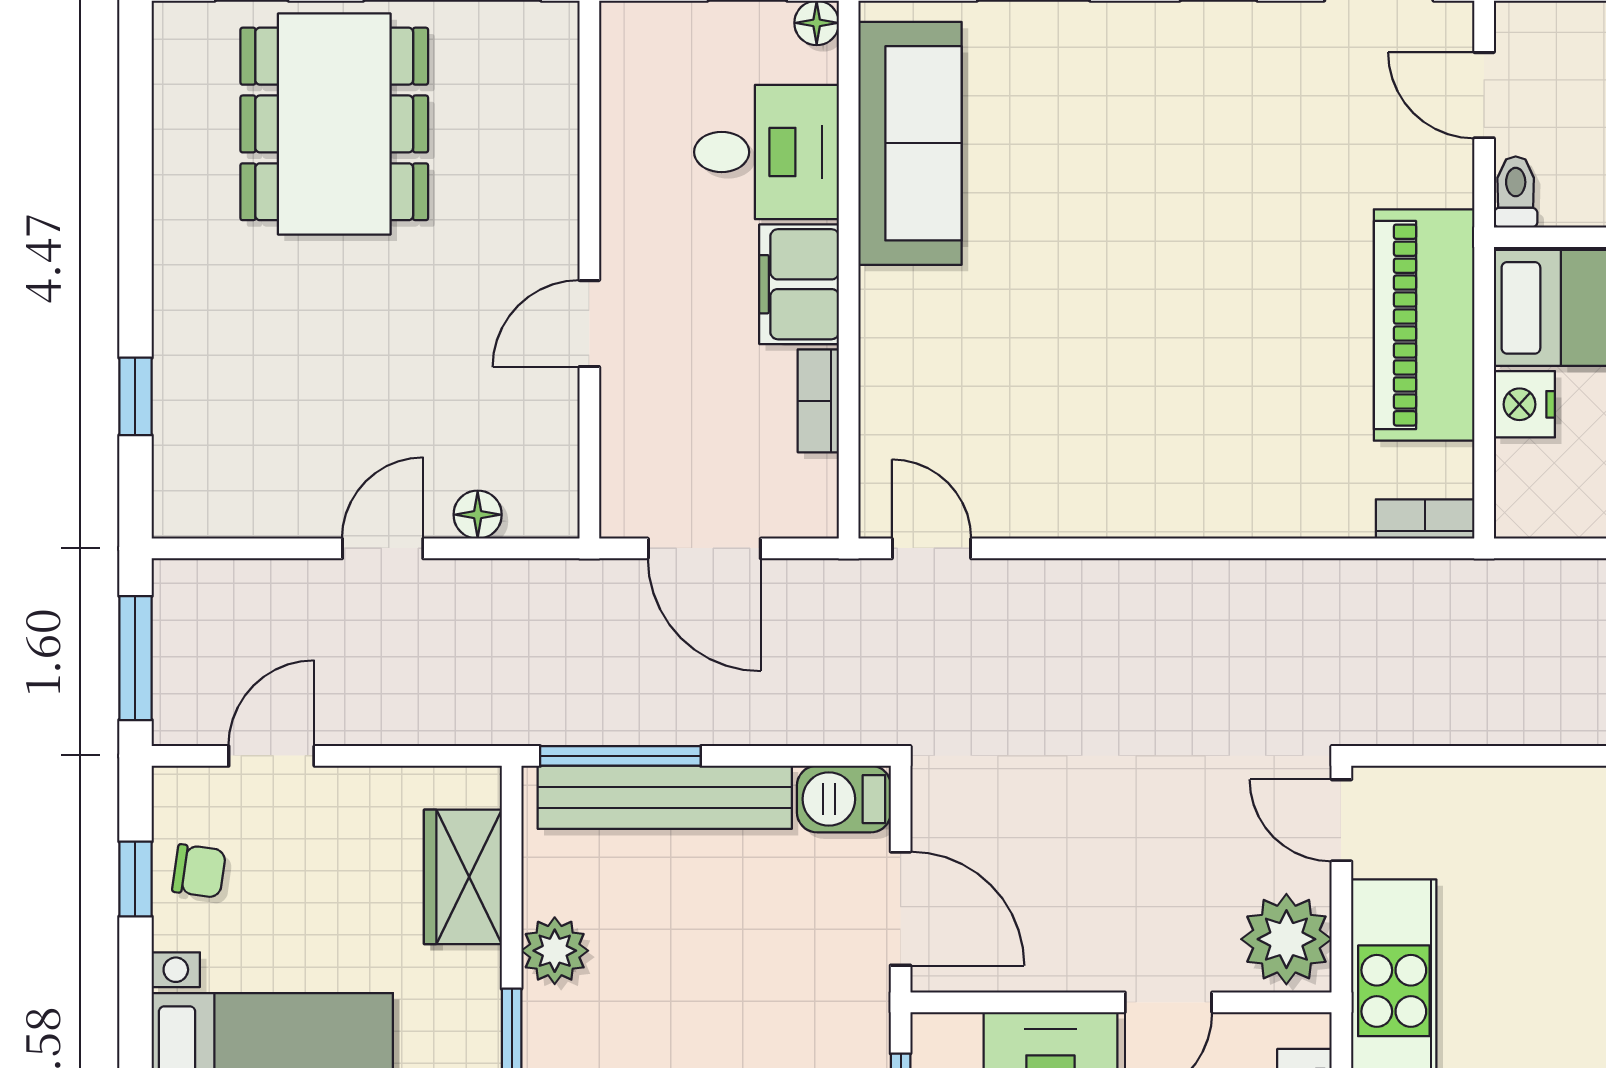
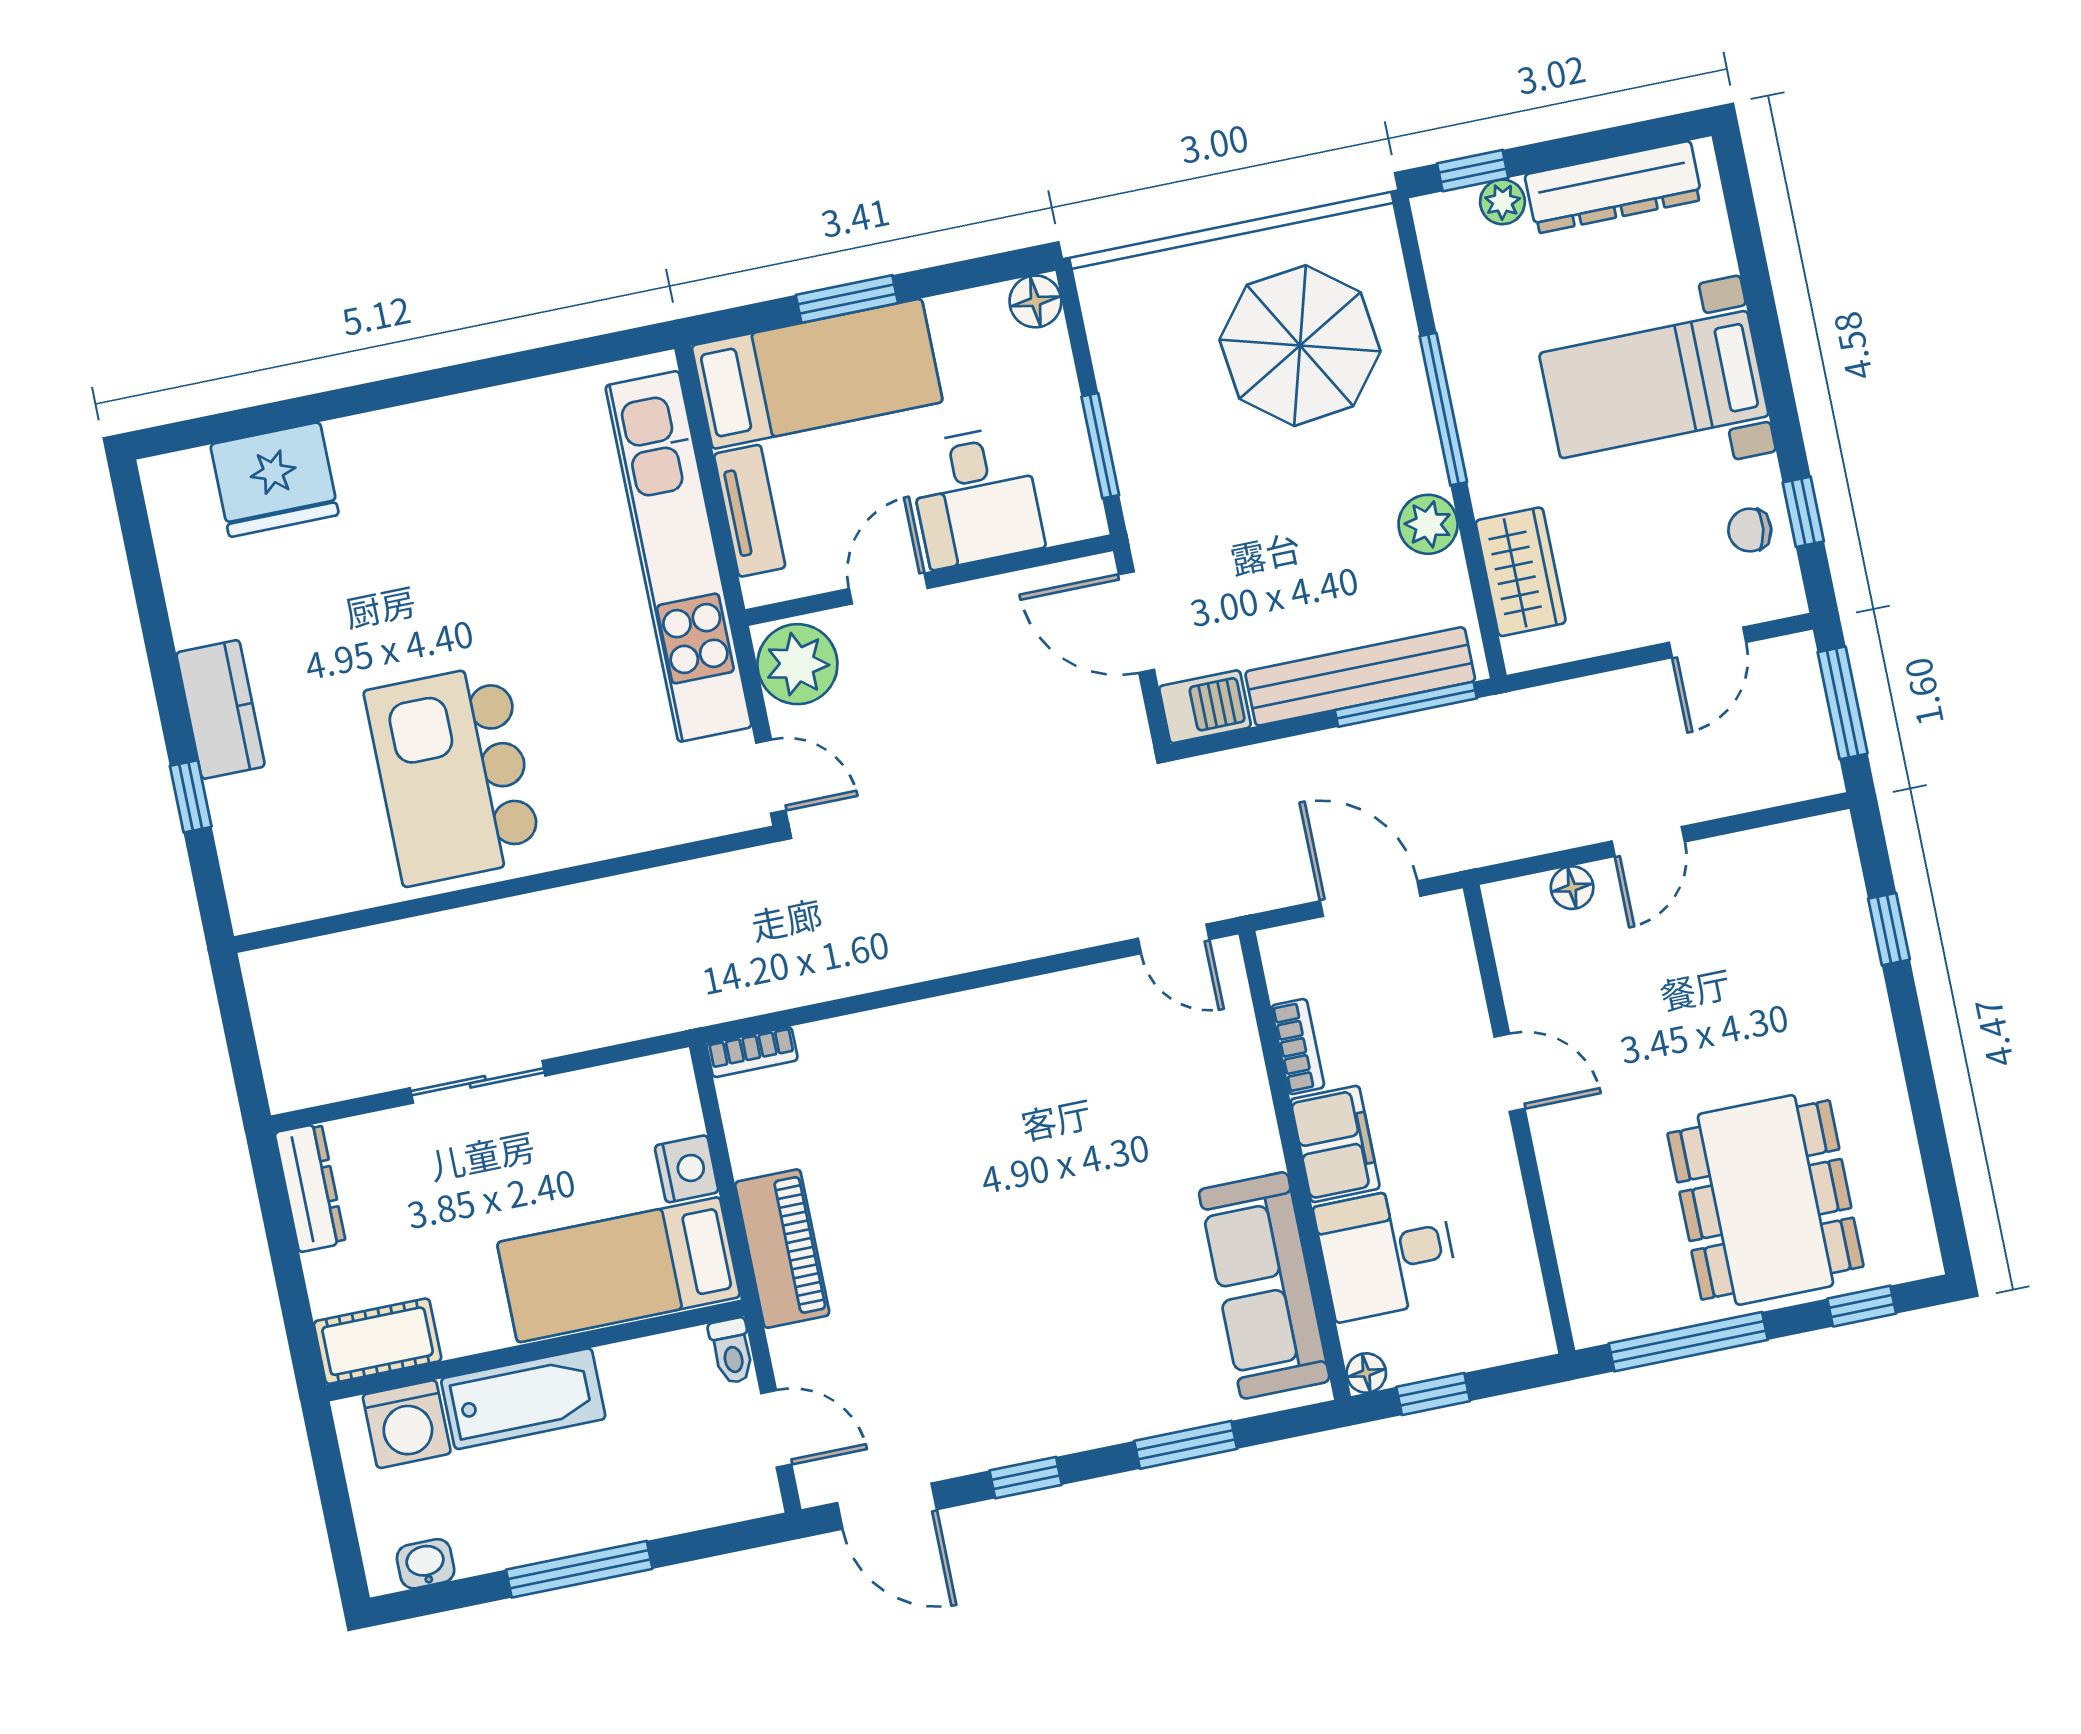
door: (589, 324) -> (1509, 1073), hinge flipped
piano: (1424, 325) -> (782, 1249), width x0.73, depth x0.75

